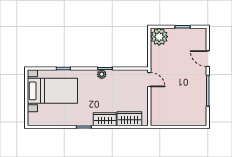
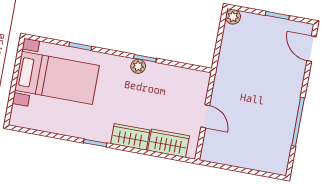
plant: (159, 37) -> (233, 17), width x0.53, depth x0.53
door: (208, 59) -> (311, 49), moved
door: (149, 80) -> (205, 116), moved

